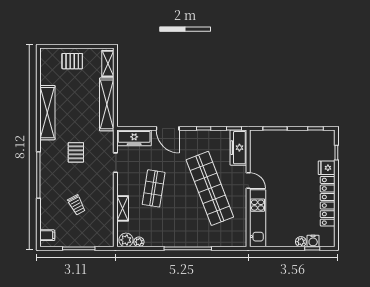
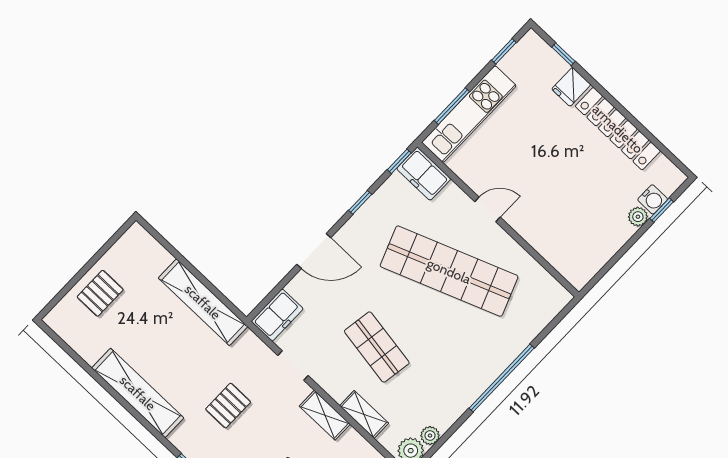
shelving: (108, 64) -> (325, 415), moved
freezer: (134, 138) -> (277, 315), width x0.71
freezer: (238, 148) -> (424, 174), width x0.71
pallet: (76, 152) -> (228, 406), turned 90
kitchen unit: (258, 218) -> (469, 114), moved, turned 90

